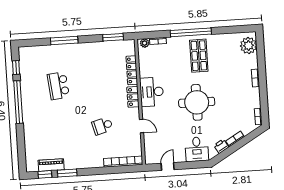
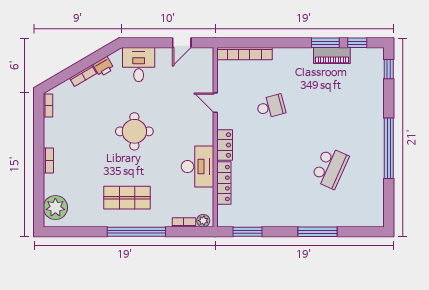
shop shelf: (199, 56) -> (127, 198), turned 90
window: (16, 68) -> (389, 69), moved
school desk: (58, 86) -> (330, 168), turned 30
desk: (152, 92) -> (198, 167), moved
round table: (197, 102) -> (134, 131), width x0.73, depth x0.73
piano: (51, 165) -> (332, 55), moved

